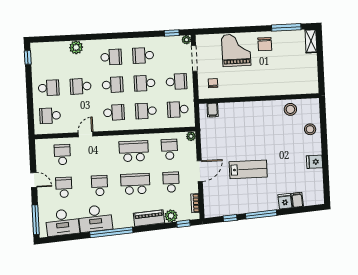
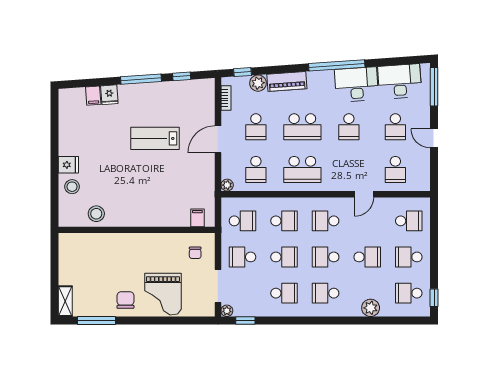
school desk: (47, 60) -> (409, 293), added
fridge: (314, 162) -> (68, 165), moved

